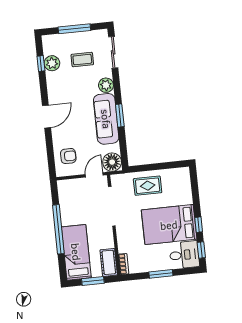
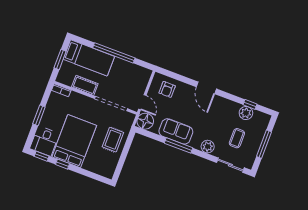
window: (120, 116) -> (179, 145), width x1.44
sofa: (106, 119) -> (176, 131), width x0.73
cot: (109, 262) -> (85, 85), moved

